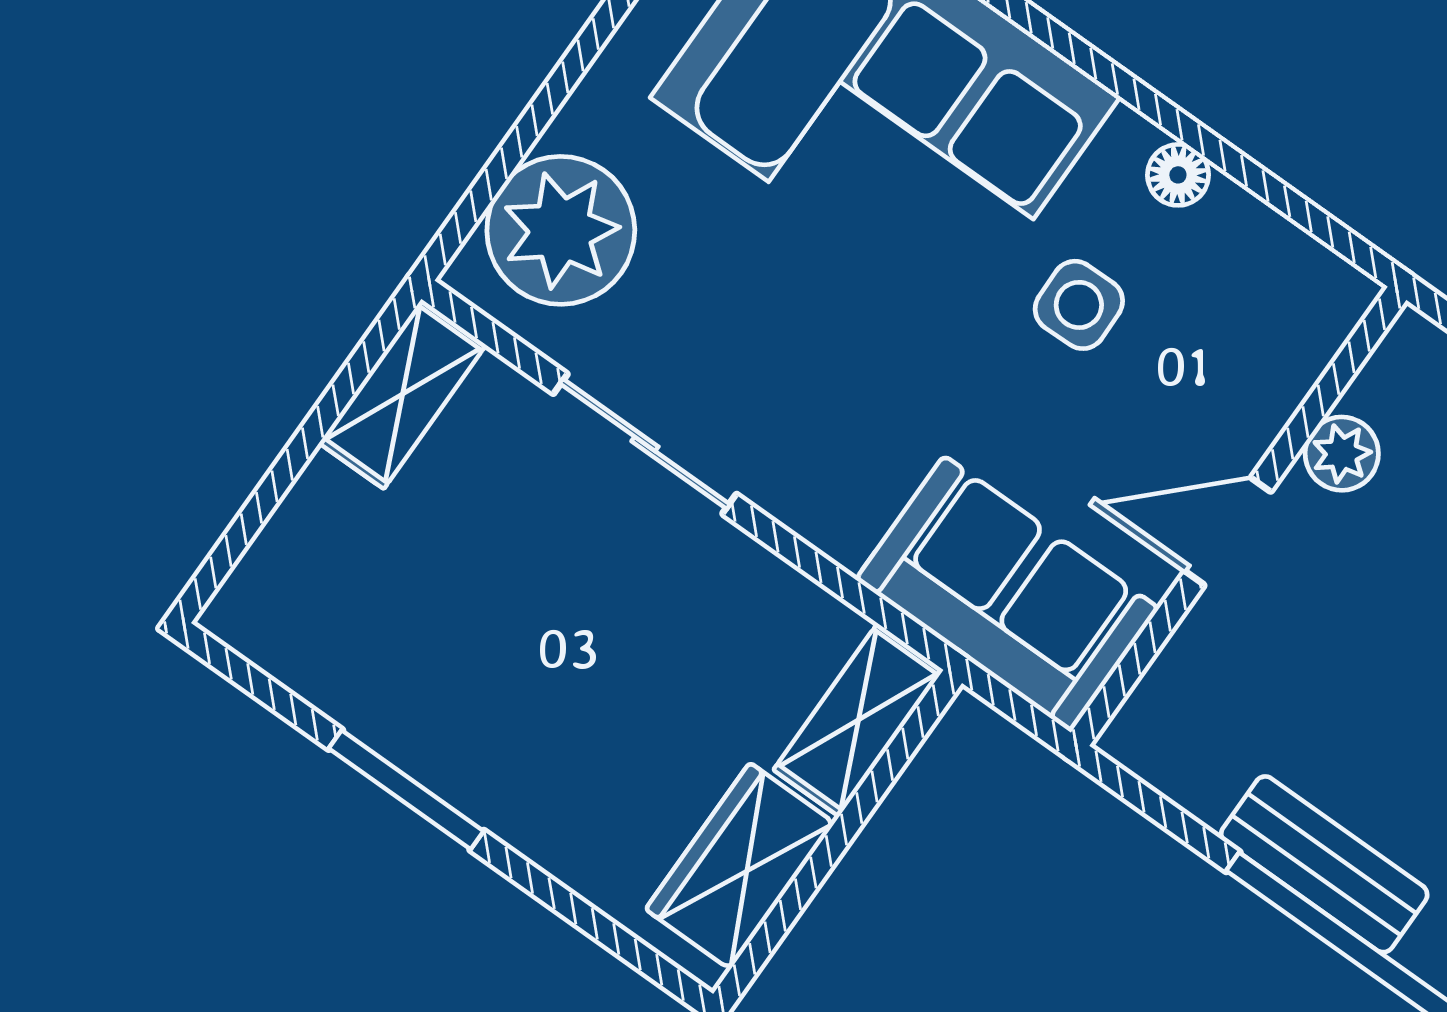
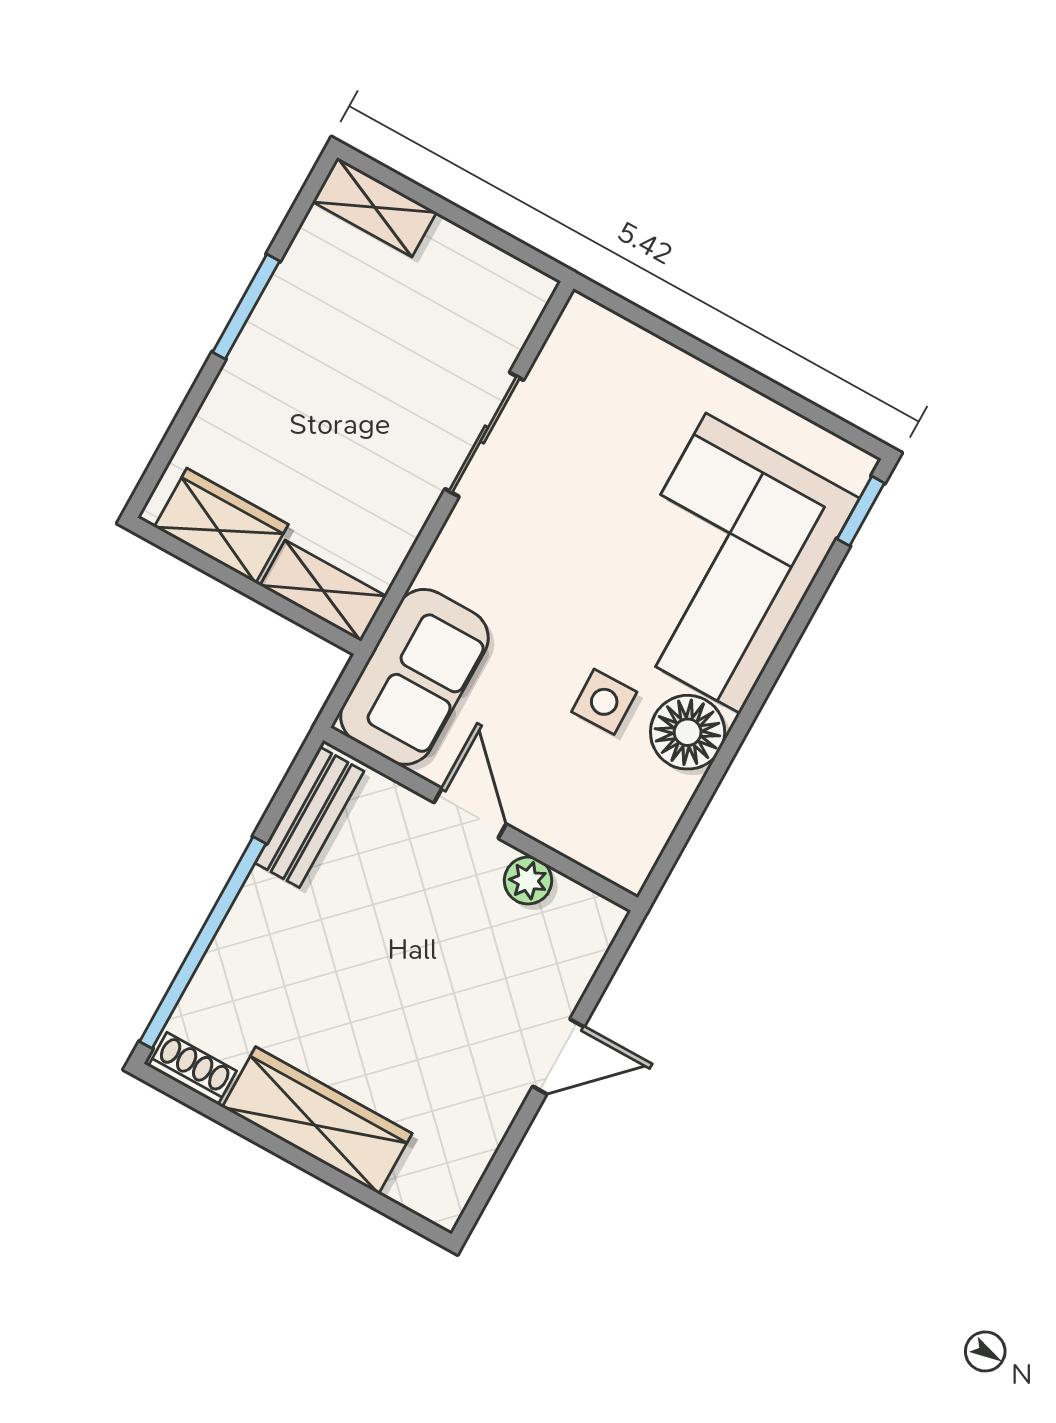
floor lamp: (1178, 175) -> (688, 732), width x1.89, depth x1.89
plant: (561, 230) -> (615, 365), removed
shelving: (403, 394) -> (375, 207), moved
bench: (1324, 864) -> (309, 817), moved

